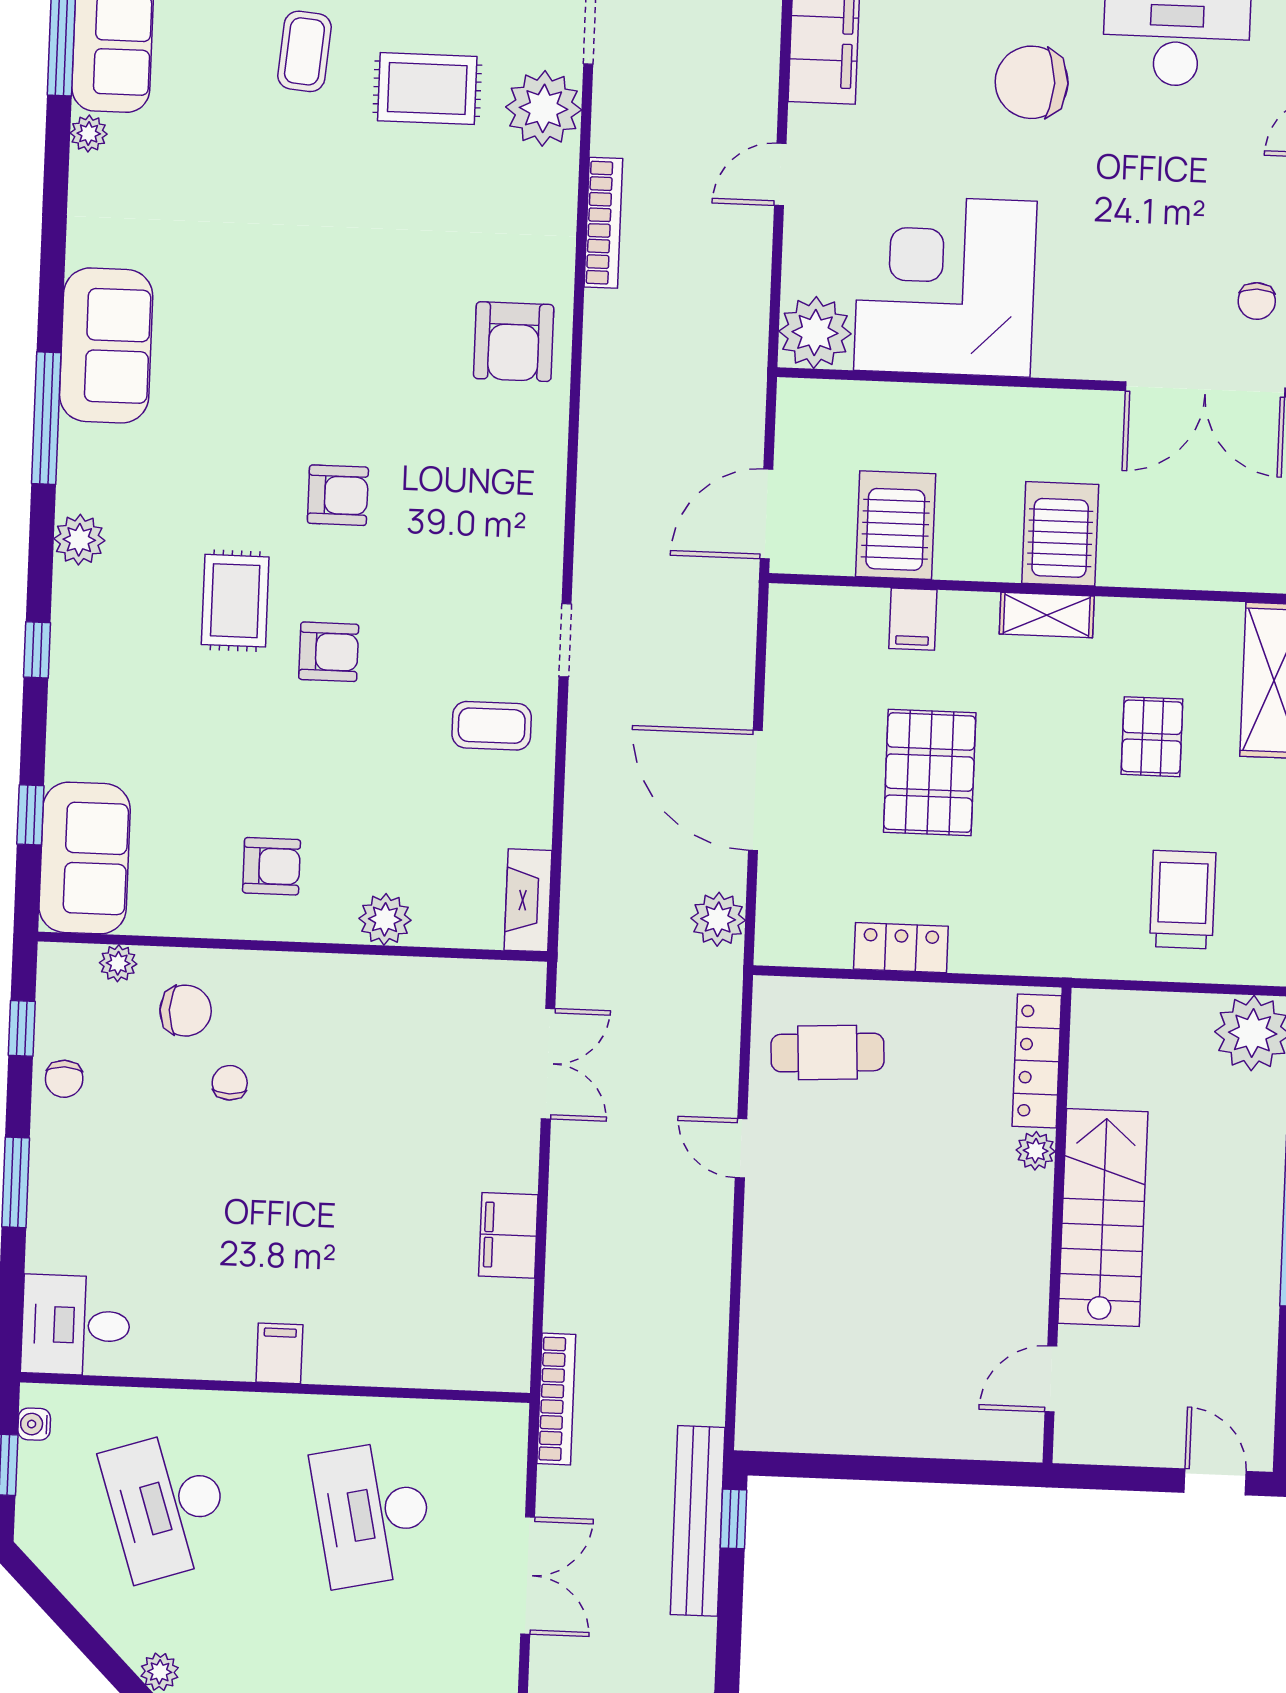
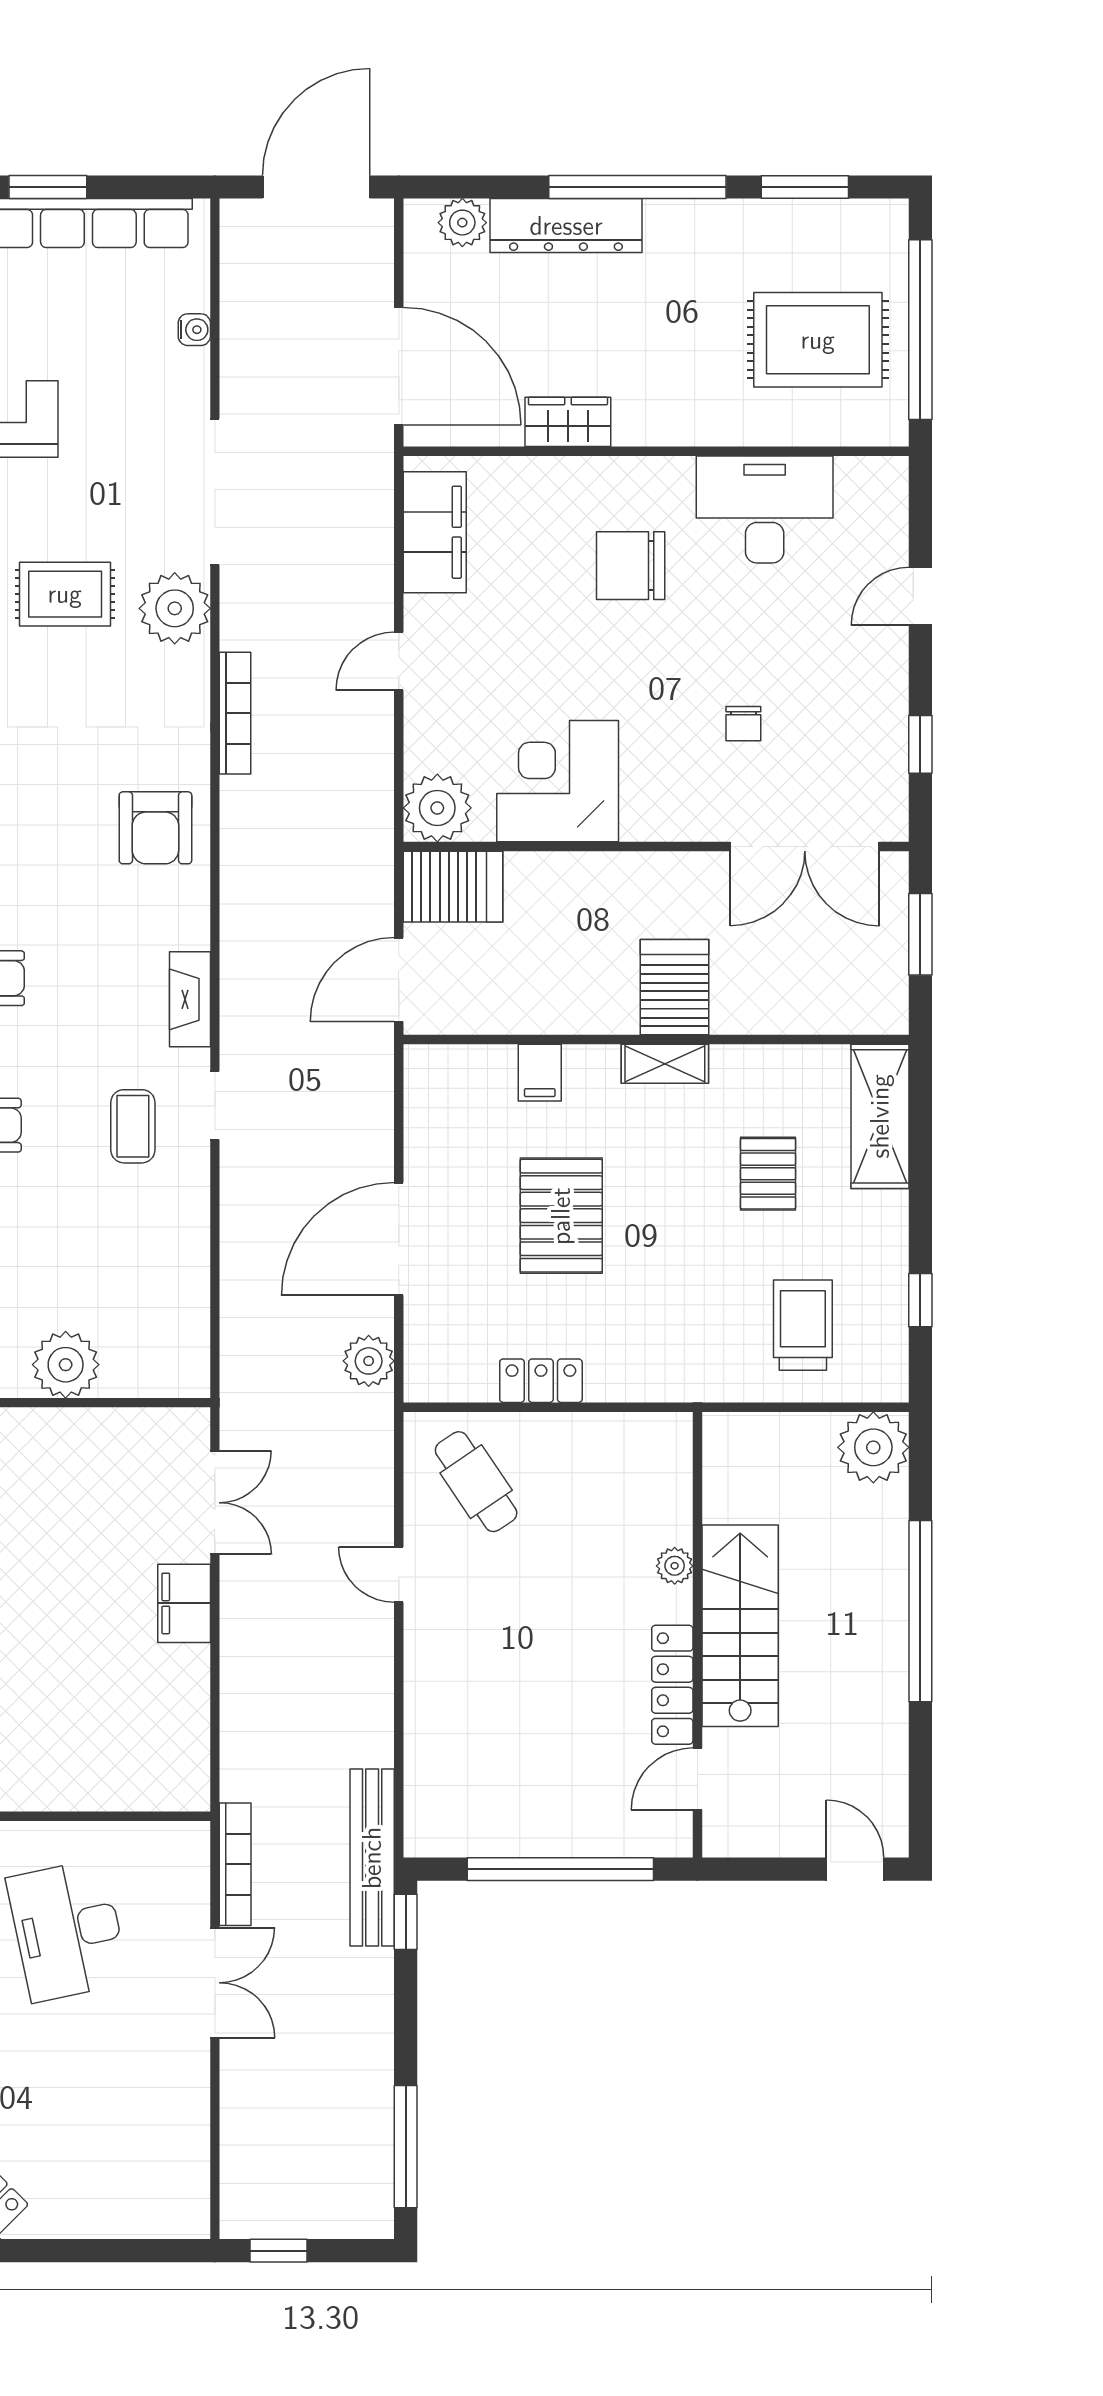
corner desk: (945, 286) -> (558, 781), width x0.74, depth x0.74
chair: (1257, 301) -> (743, 724), moved
server rack: (896, 525) -> (453, 887), moved, turned 90
coffee table: (492, 726) -> (133, 1126), moved, turned 90
door: (755, 791) -> (399, 1239), hinge flipped
fireplace: (528, 900) -> (190, 999), moved
plant: (385, 919) -> (66, 1365), width x1.36, depth x1.36
cafe table: (827, 1053) -> (476, 1482), turned 59
locker: (1037, 1061) -> (672, 1685), moved
filing cabinet: (508, 1235) -> (184, 1603), moved
bookcase: (556, 1399) -> (235, 1864), moved
window: (901, 1469) -> (560, 1869), added
bench: (698, 1521) -> (372, 1858), moved

